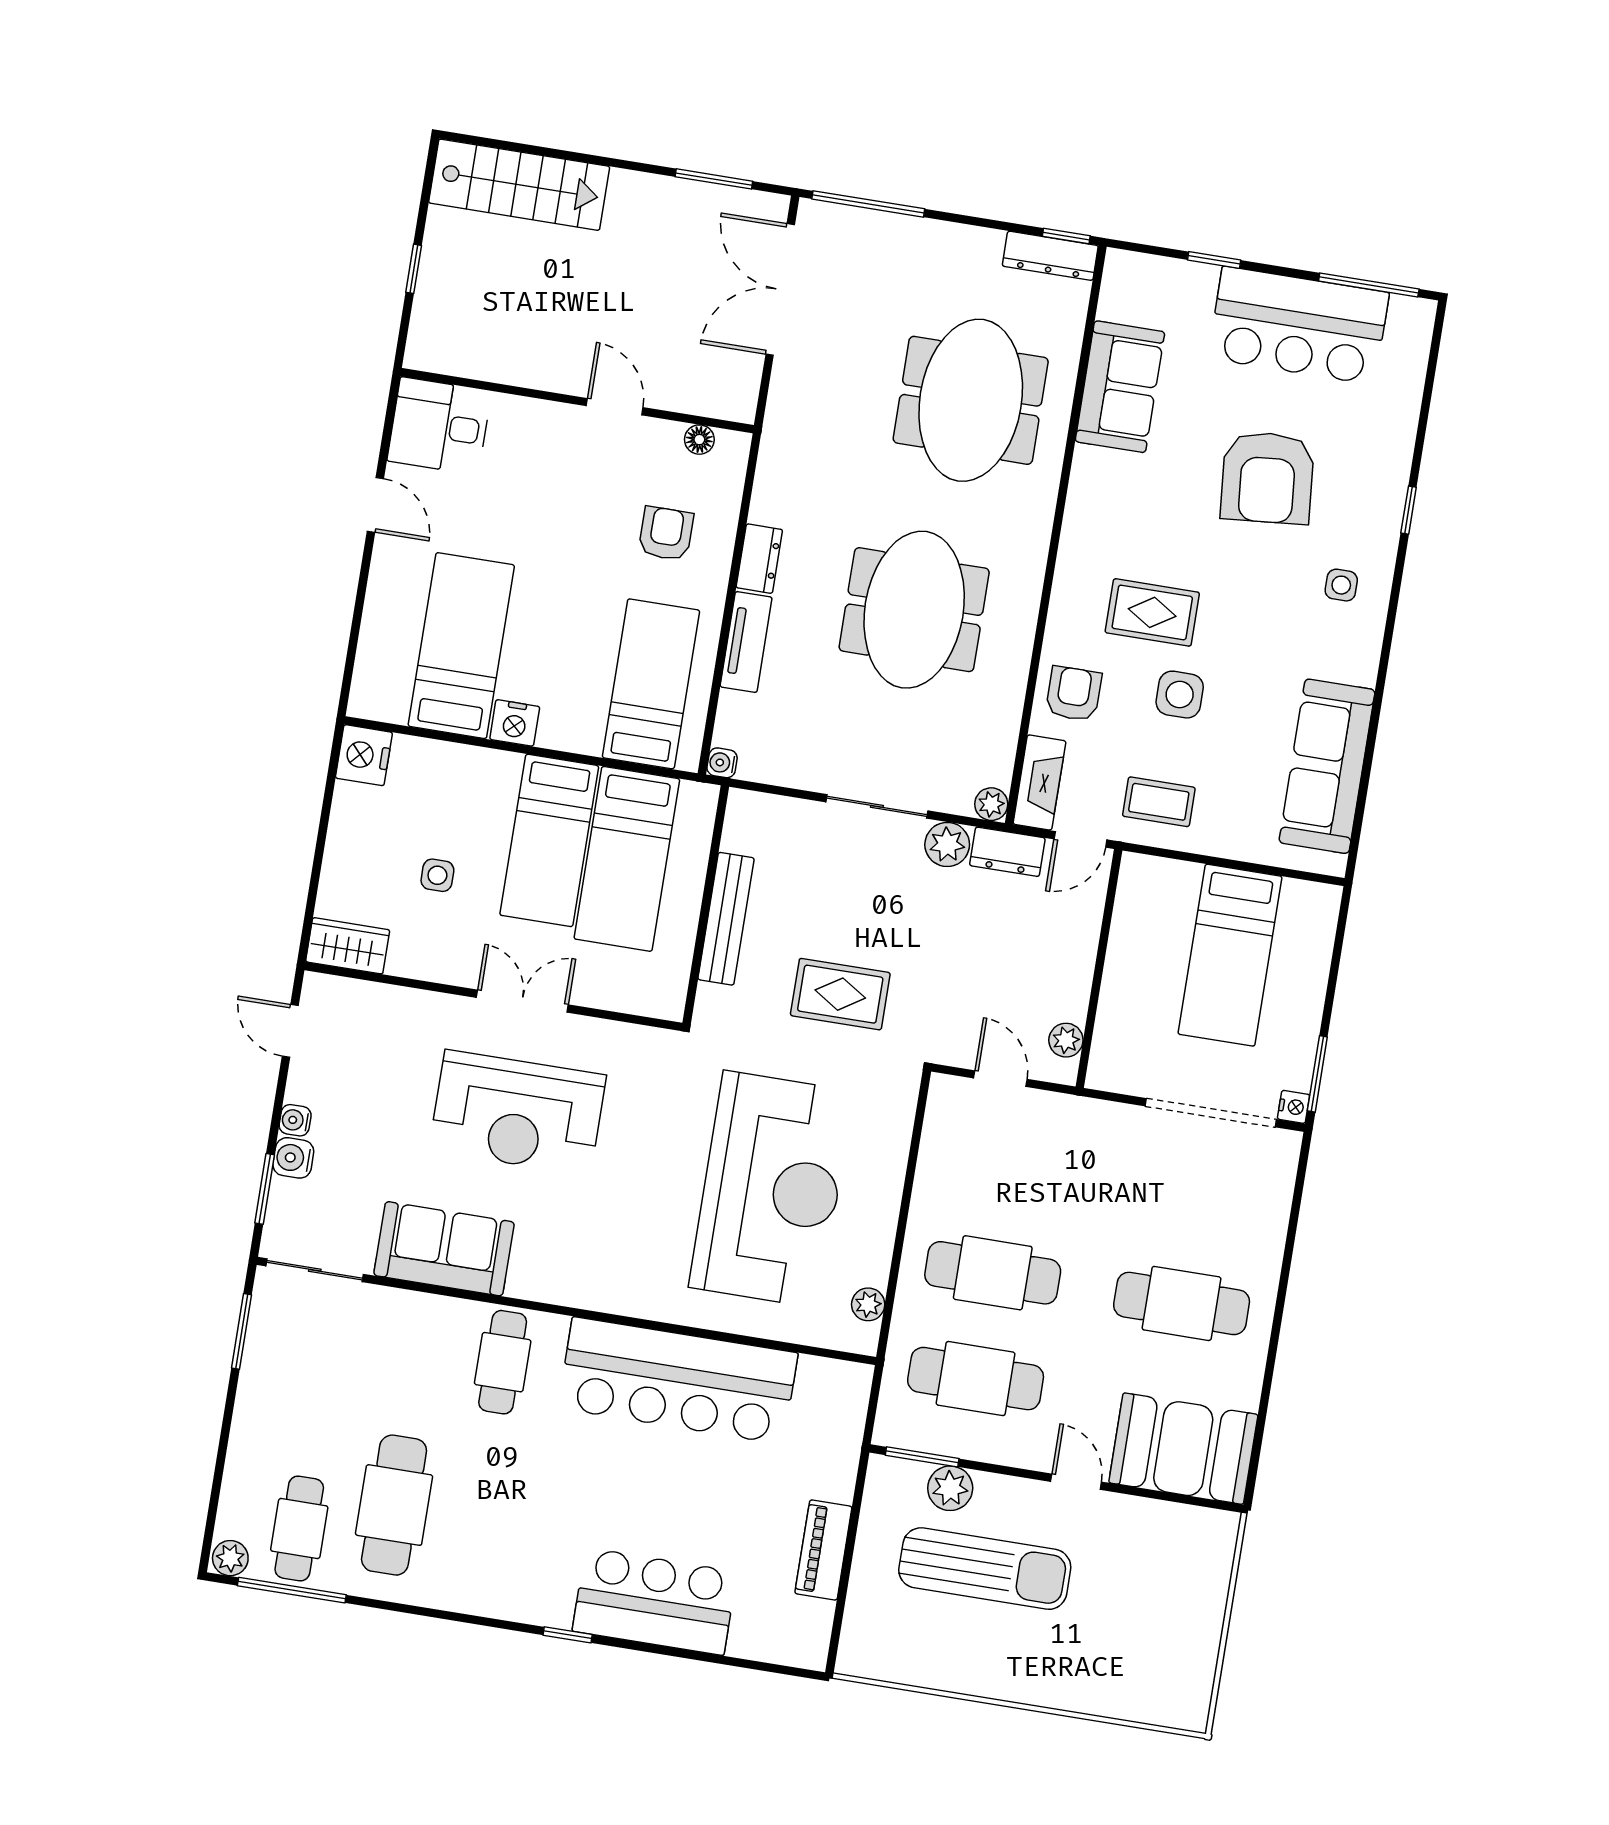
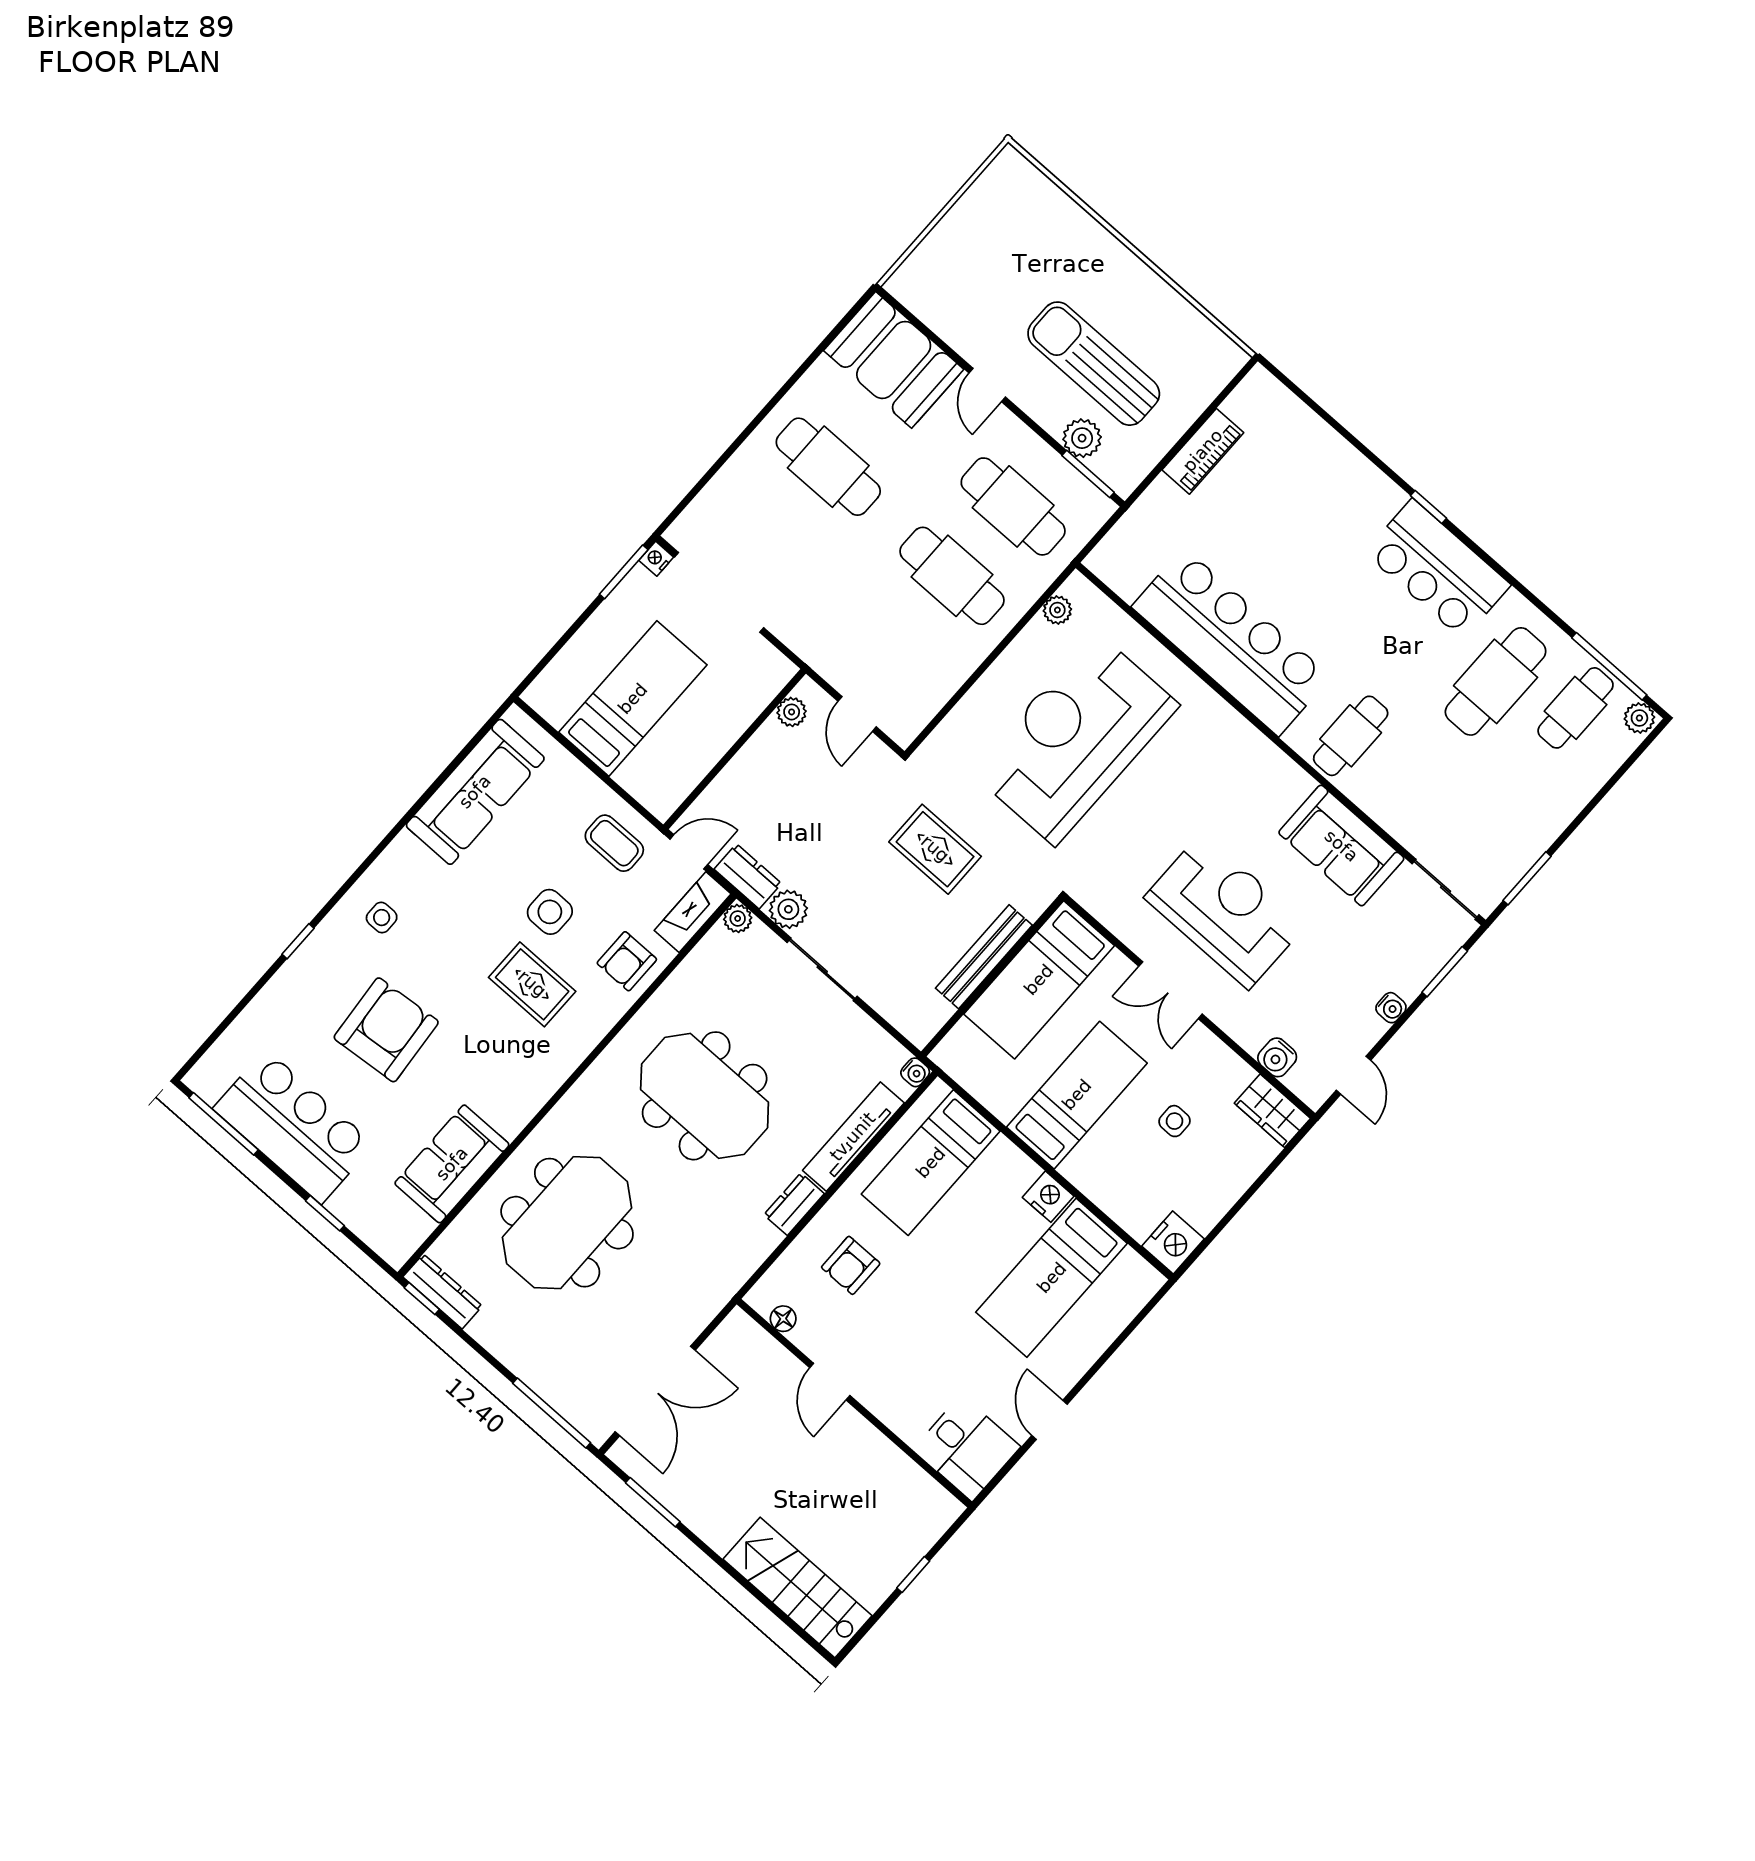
meeting table: (914, 610) -> (705, 1096), turned 90
tv unit: (746, 642) -> (853, 1137), width x1.41
bed: (627, 859) -> (1039, 980), moved, turned 180
water cooler: (293, 1158) -> (1277, 1057), moved, turned 90
bar counter: (655, 1601) -> (1438, 569), moved

